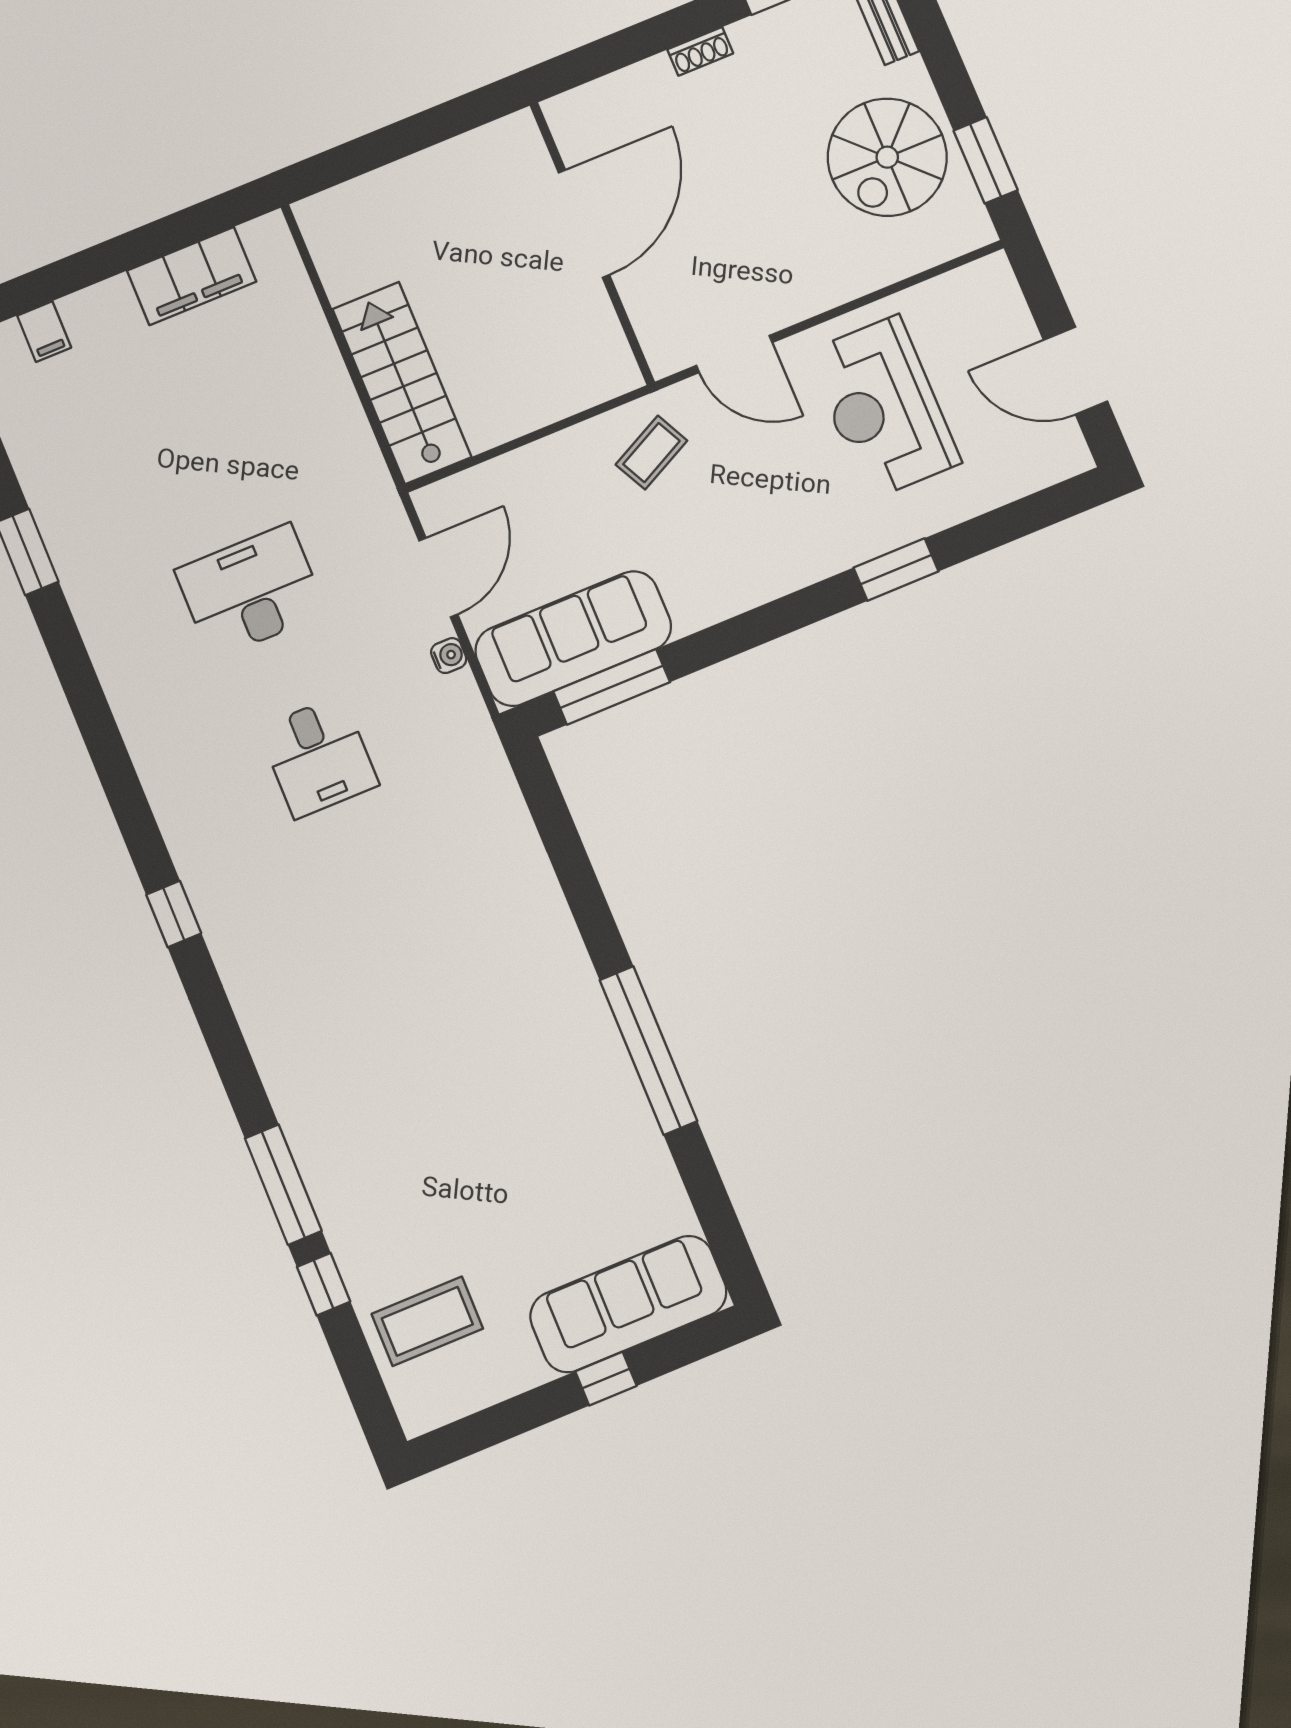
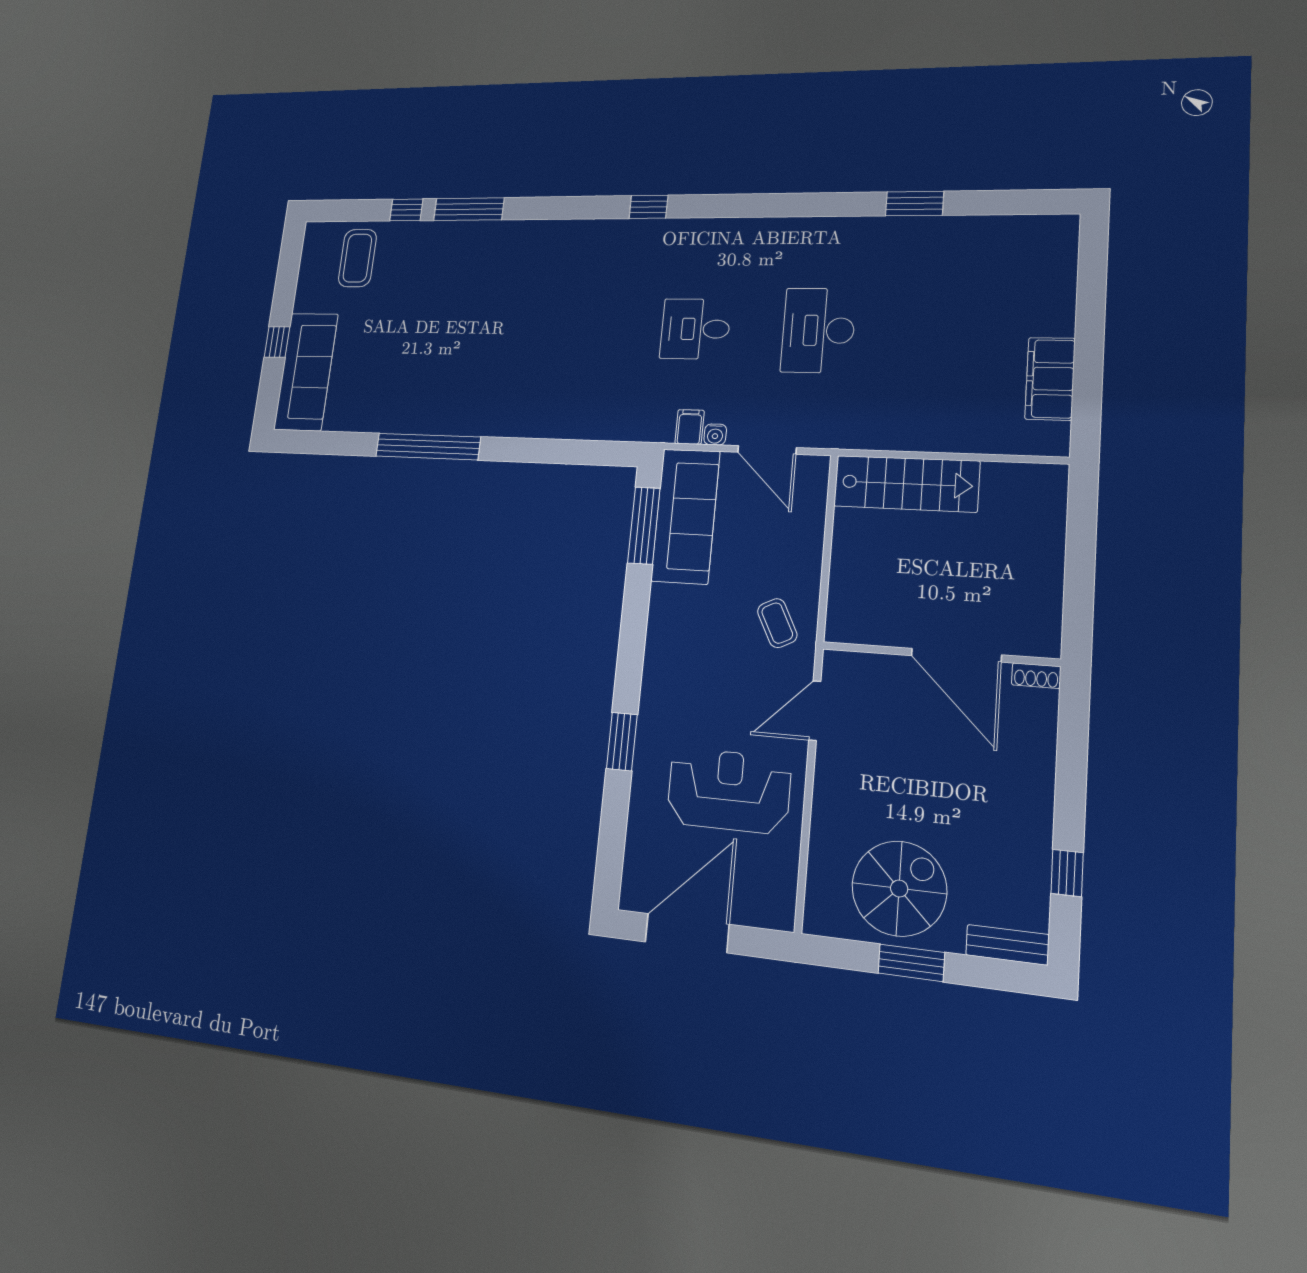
shoe rack: (700, 51) -> (1036, 676), moved, turned -90
spiral stairs: (887, 157) -> (899, 889), turned 90
window: (986, 160) -> (911, 963), moved
filing cabinet: (44, 332) -> (690, 427), moved, turned 90
door: (1076, 371) -> (687, 933), width x1.36
desk: (251, 591) -> (818, 330), turned 180

